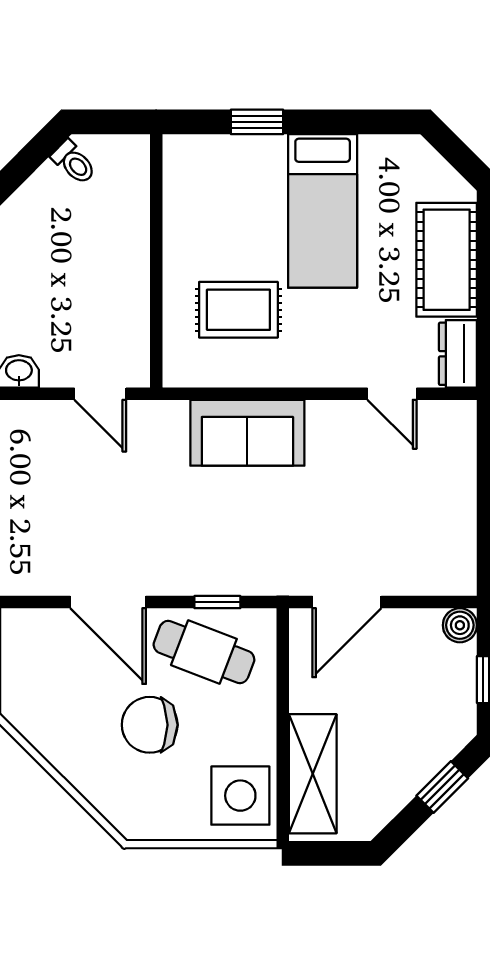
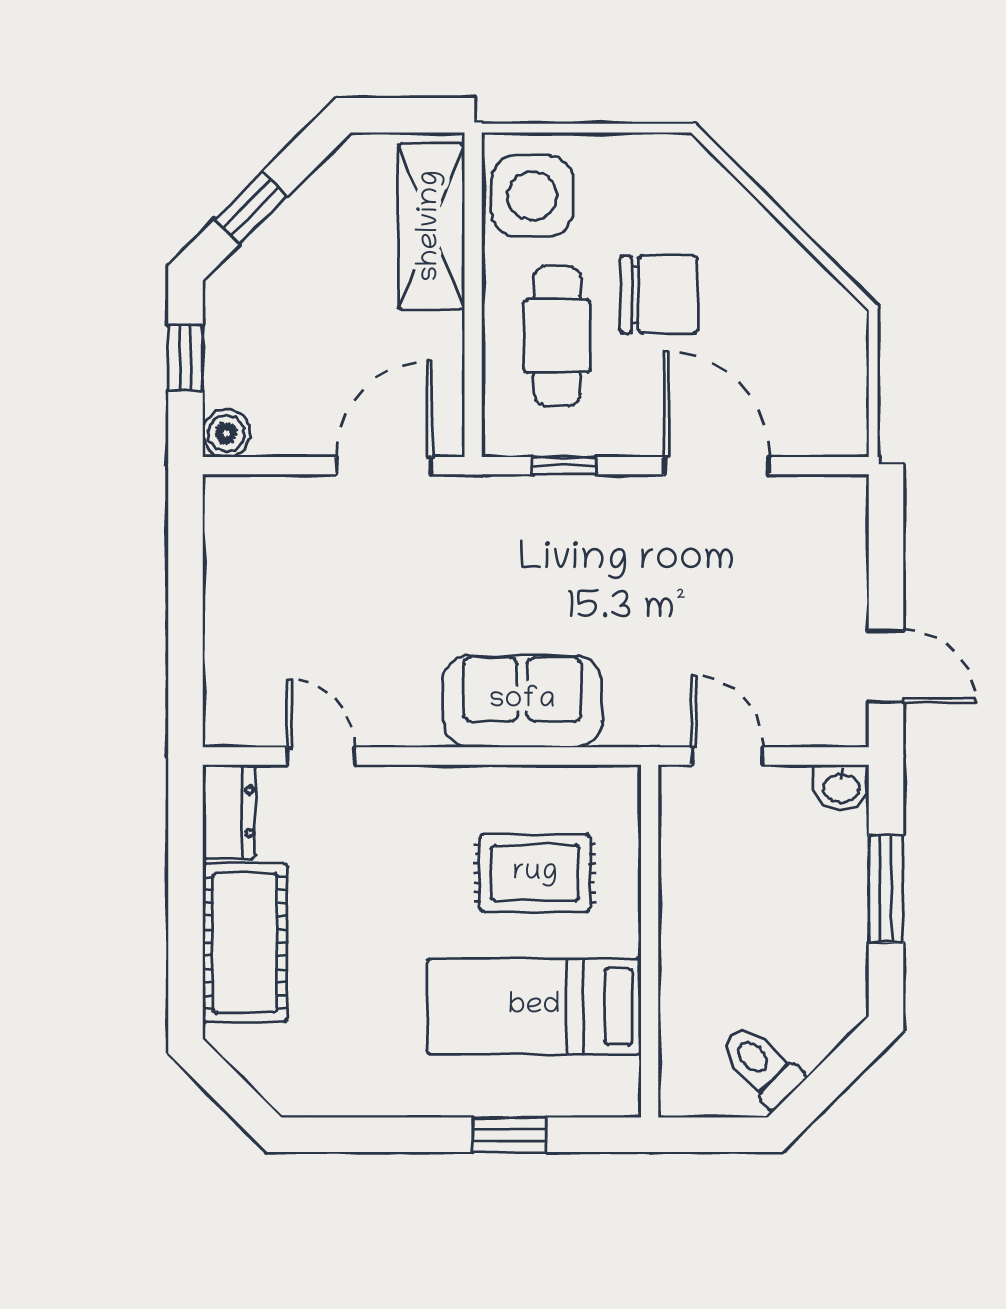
toilet: (74, 162) -> (761, 1065), width x1.37, depth x1.39
bed: (323, 211) -> (534, 1007), moved, turned -90
cafe table: (204, 652) -> (557, 336), moved, turned 69

